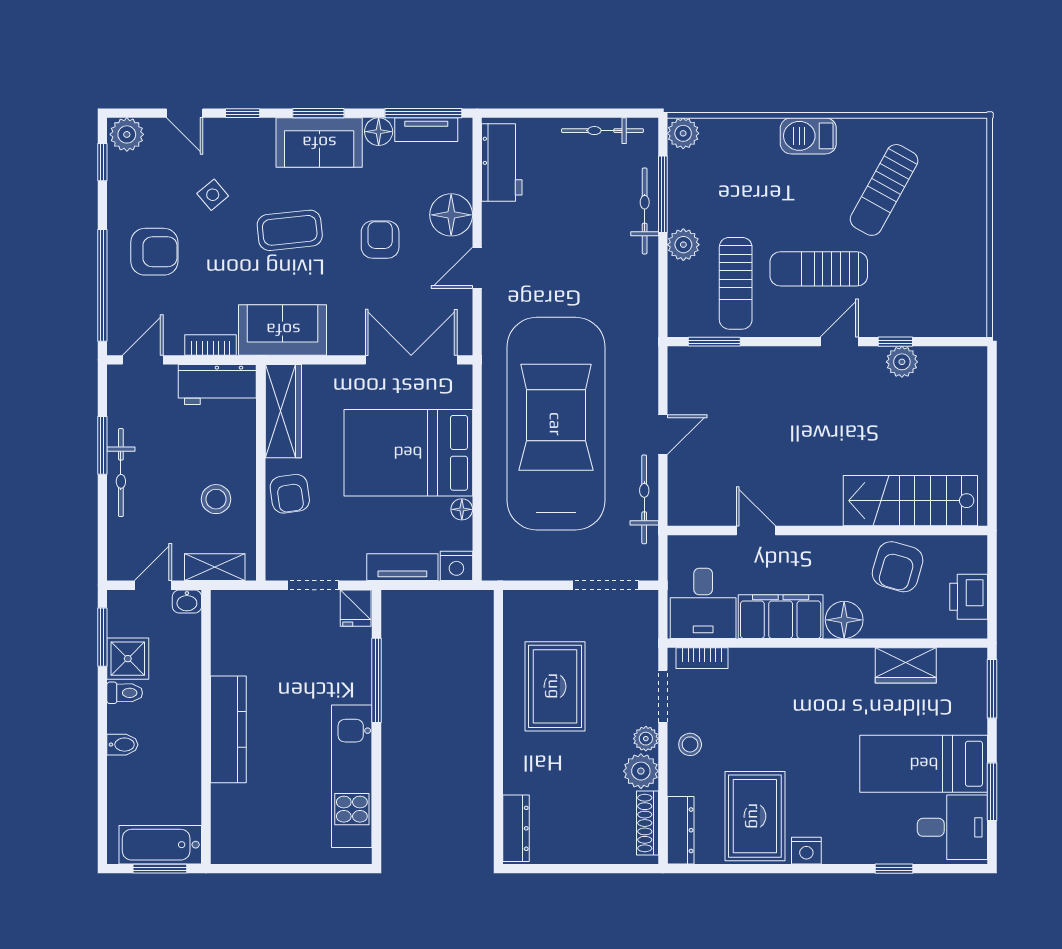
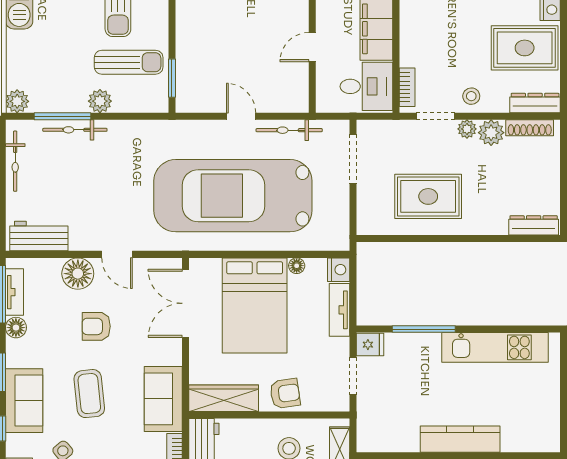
sofa: (319, 143) -> (24, 401), moved

